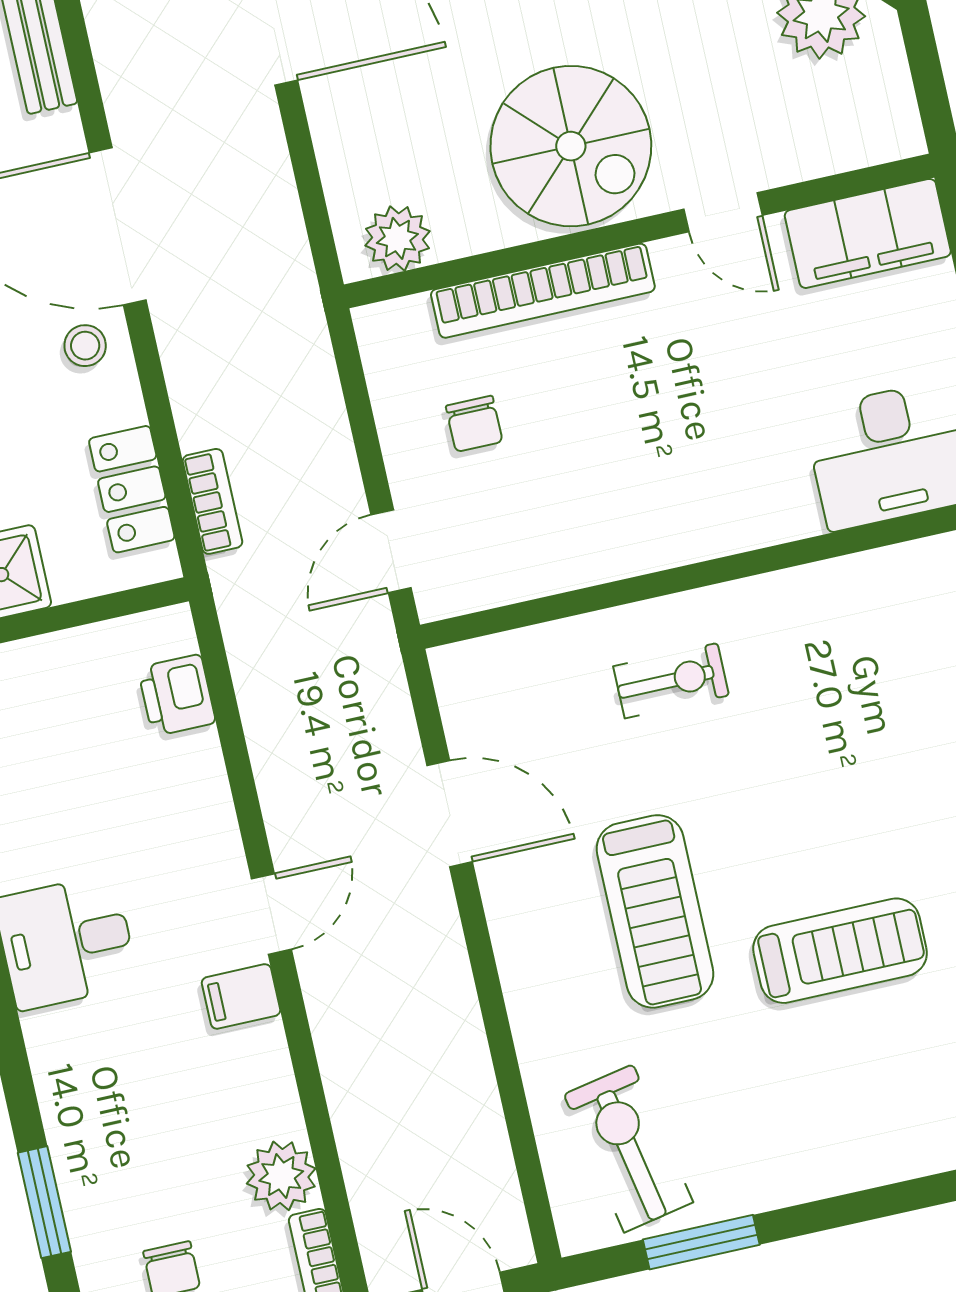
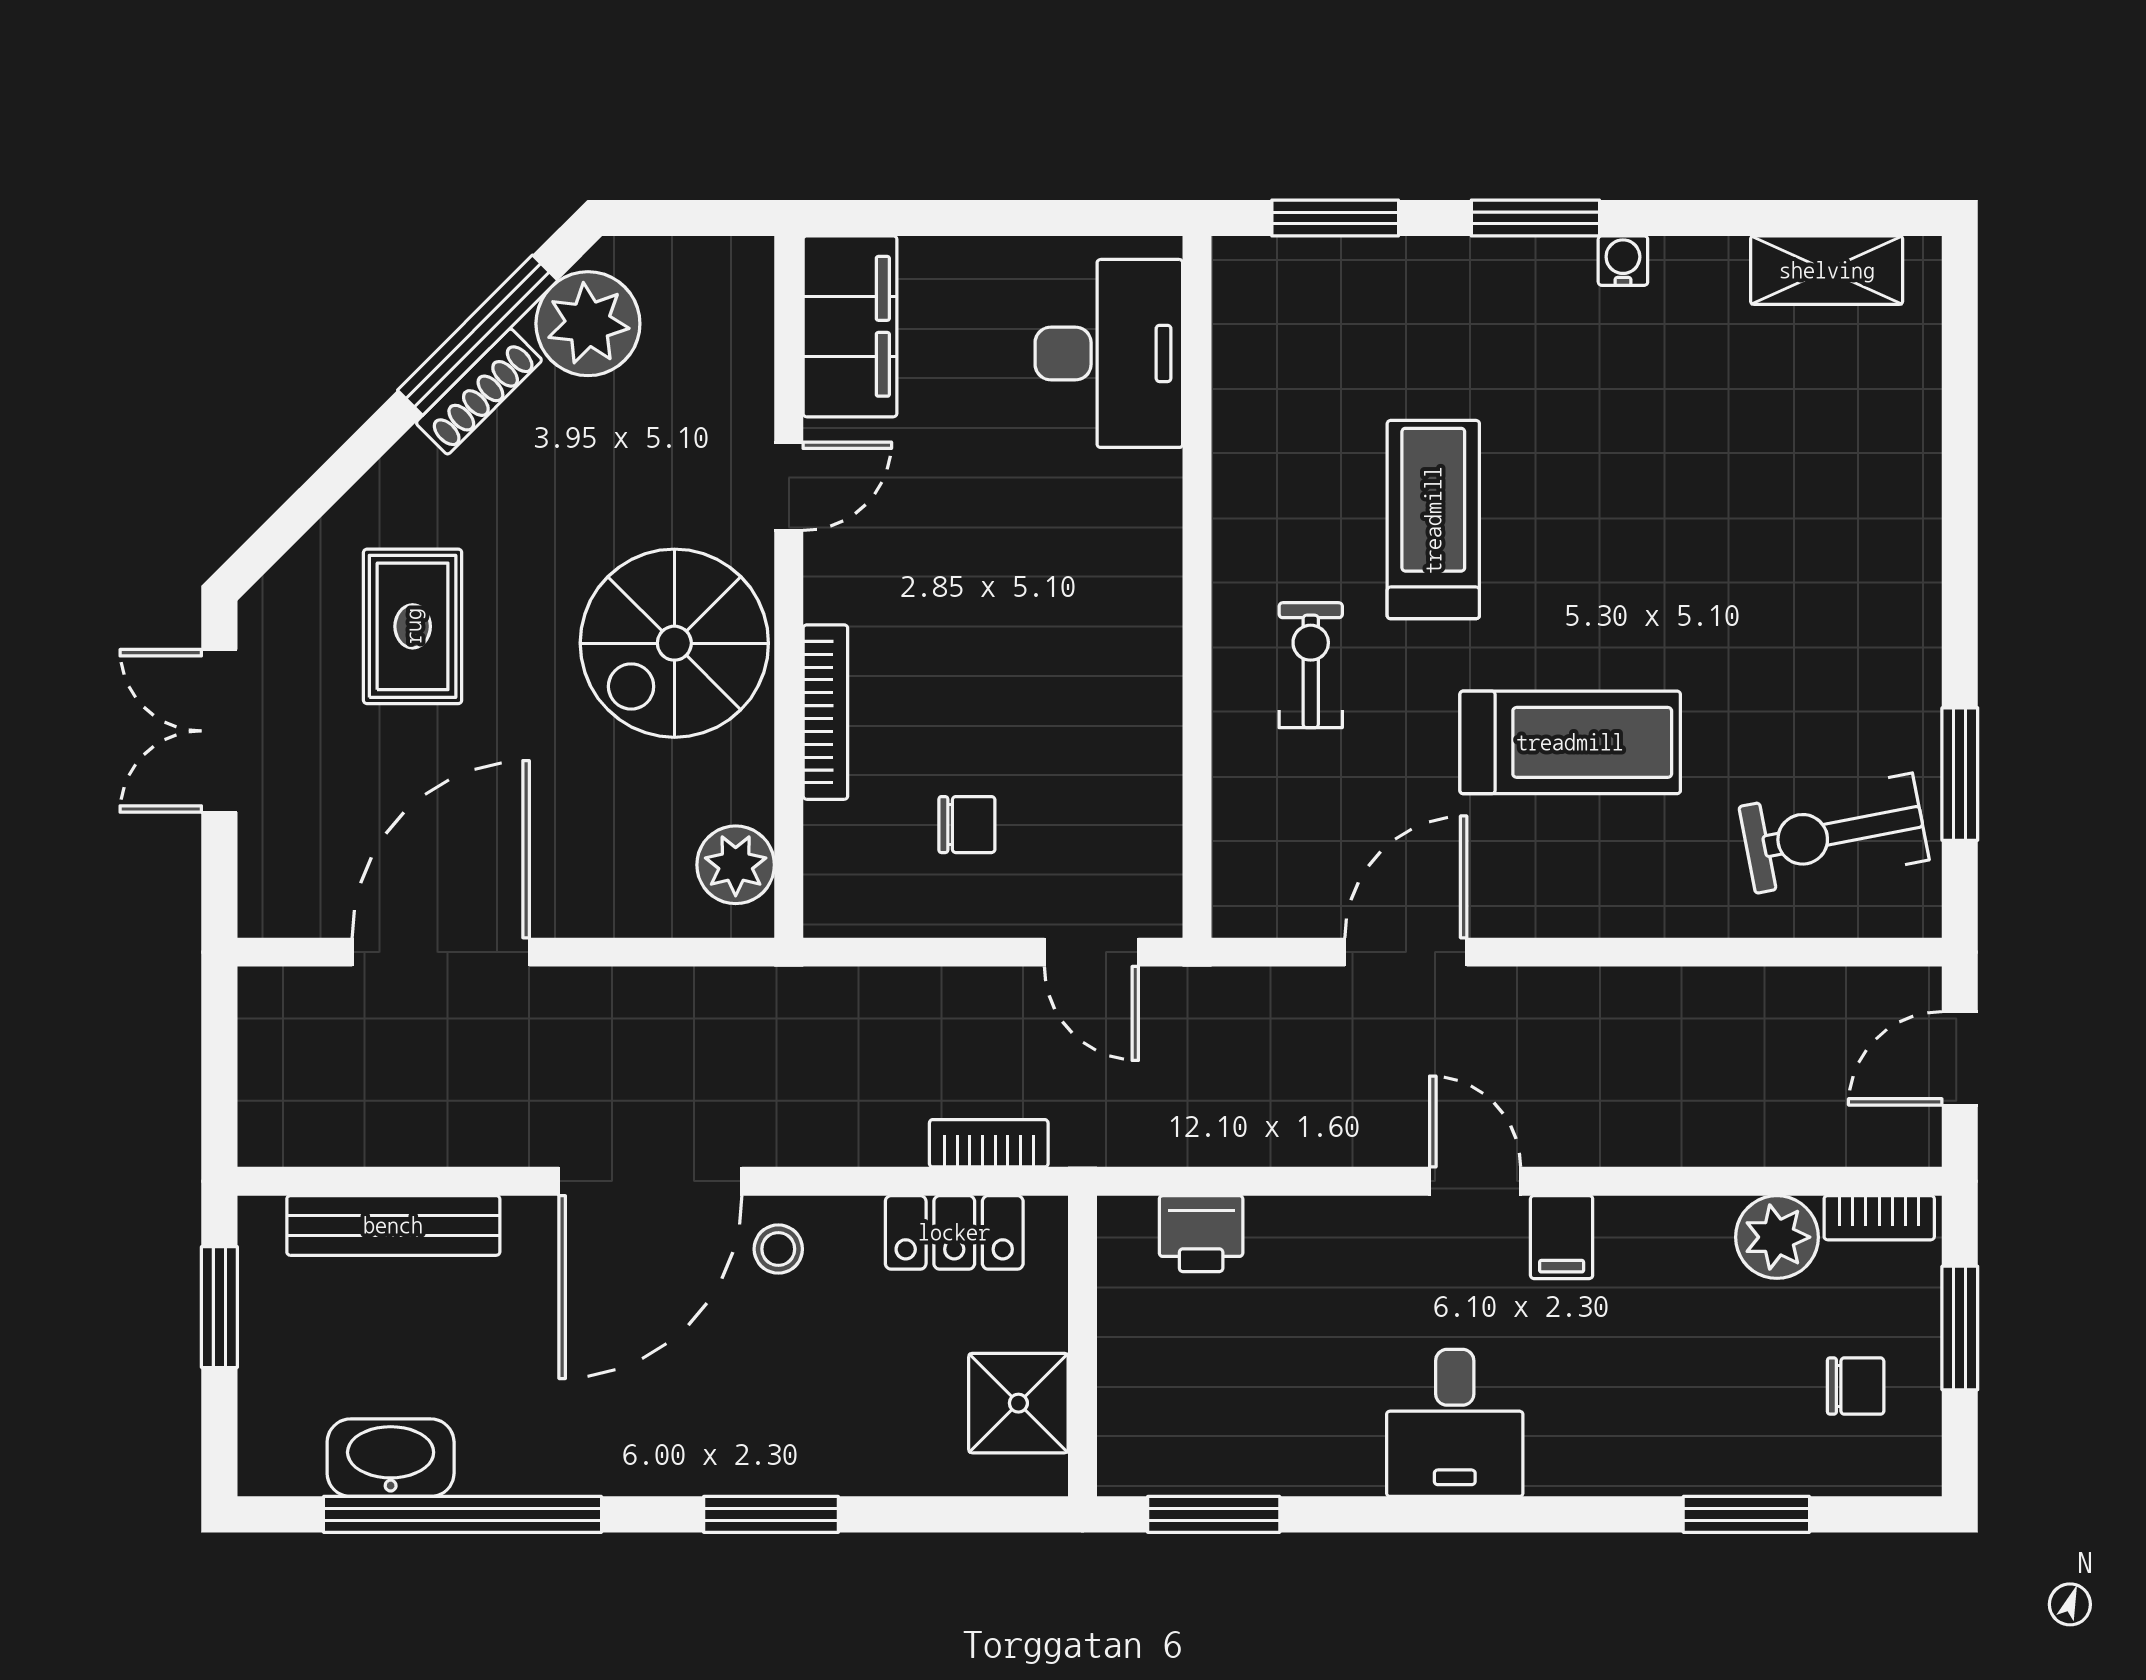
spiral stairs: (571, 146) -> (674, 643), turned 180
bookcase: (543, 291) -> (825, 712), width x0.68, depth x0.76
treadmill: (840, 951) -> (1433, 520), moved

